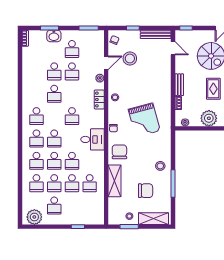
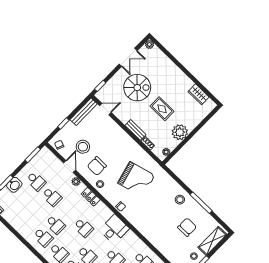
school desk: (54, 71) -> (43, 237), moved
chair: (119, 152) -> (97, 166), moved, turned -90
shelving: (115, 181) -> (159, 242), removed

